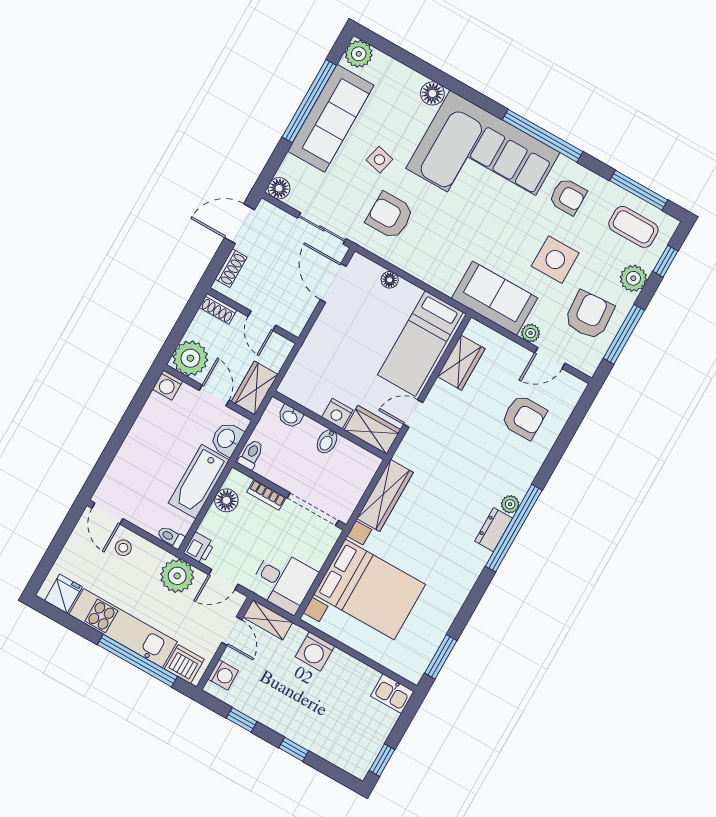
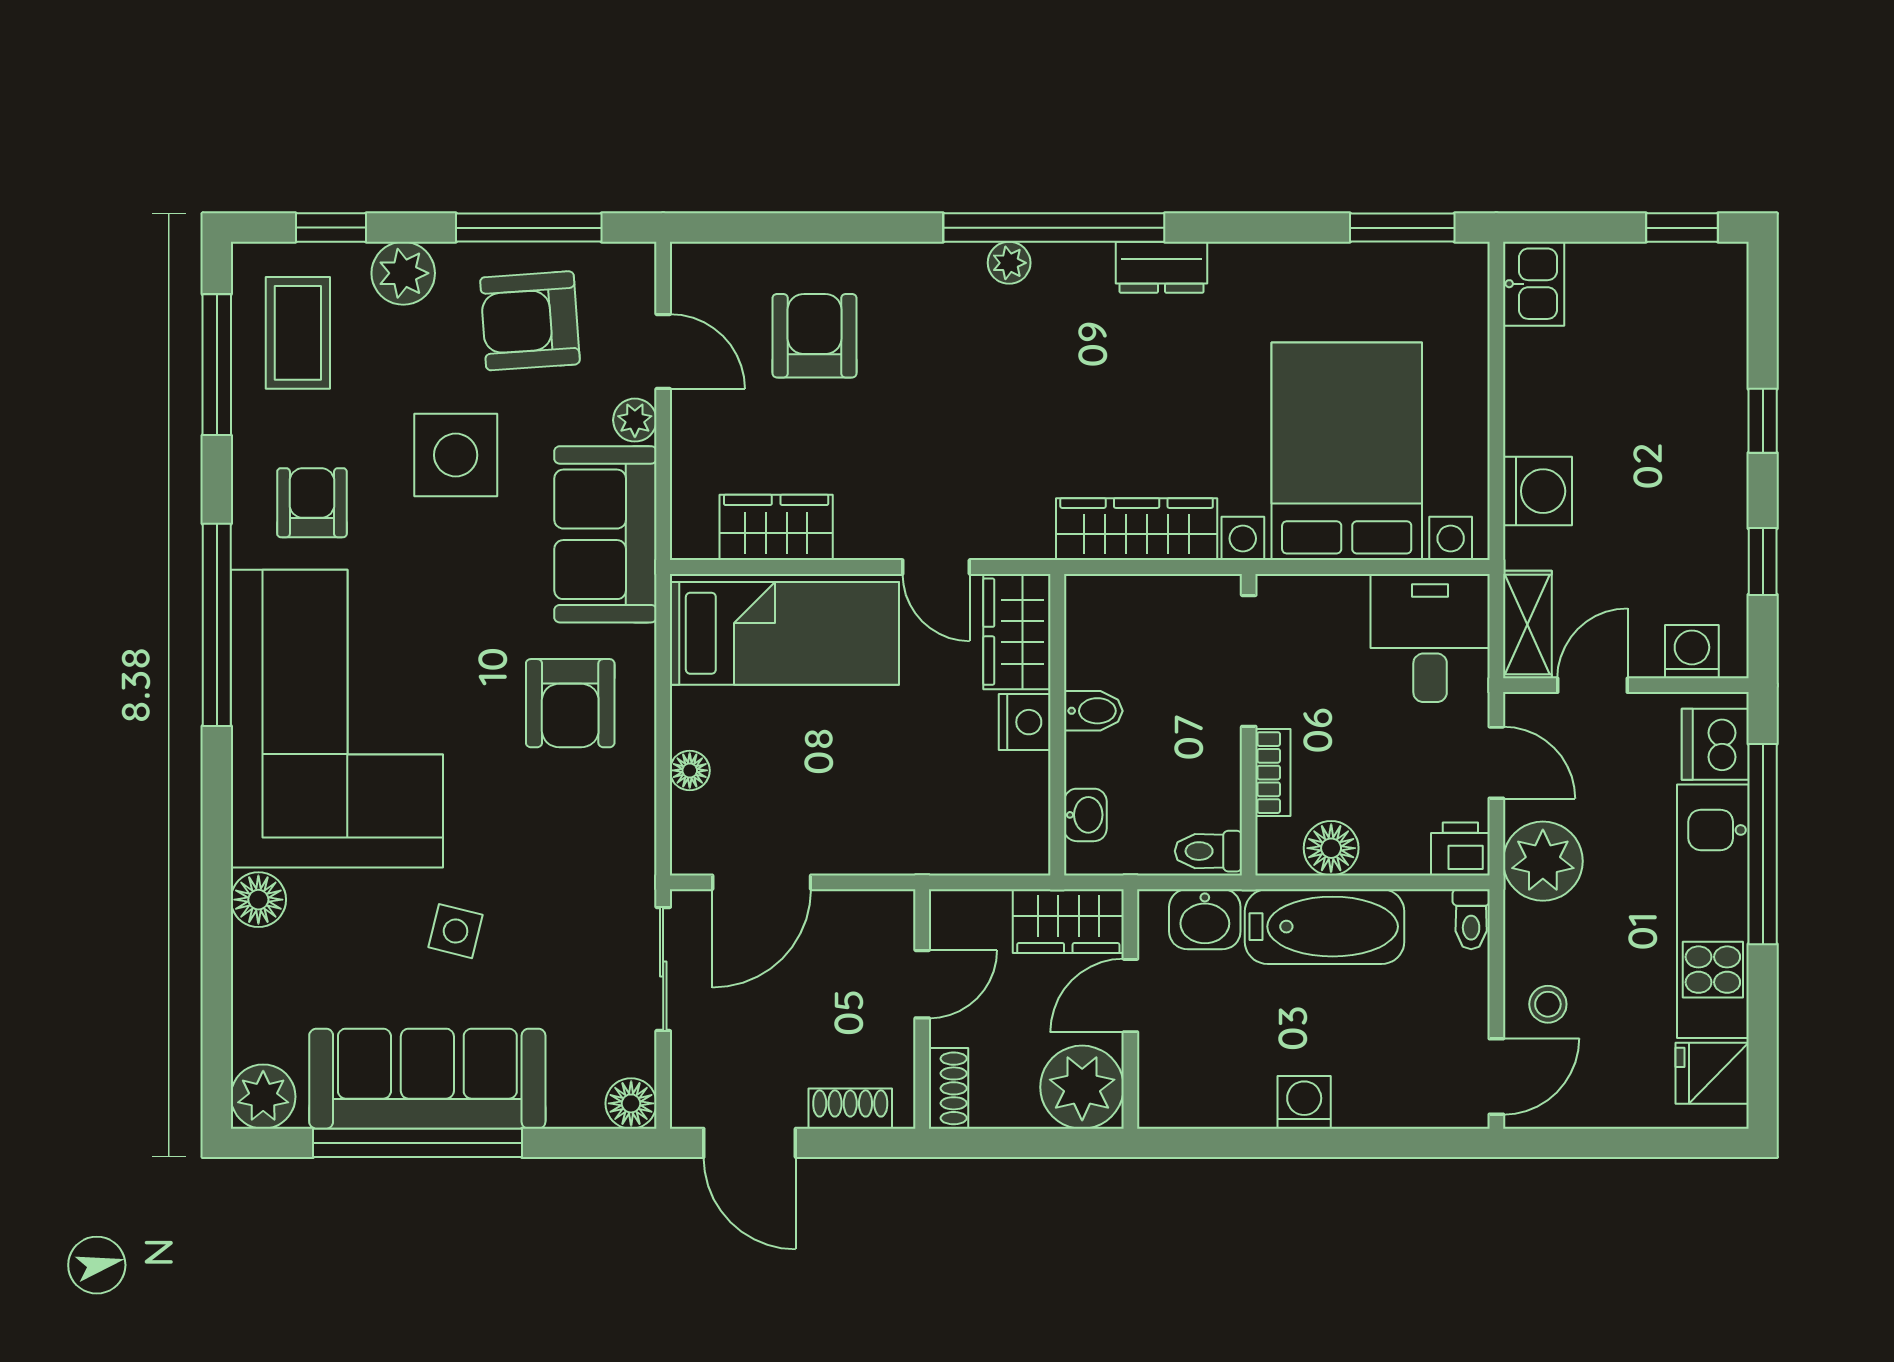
armchair: (390, 216) -> (570, 703), moved
washing machine: (168, 385) -> (1304, 1102), moved, turned -90
dresser: (494, 530) -> (1162, 267), moved

